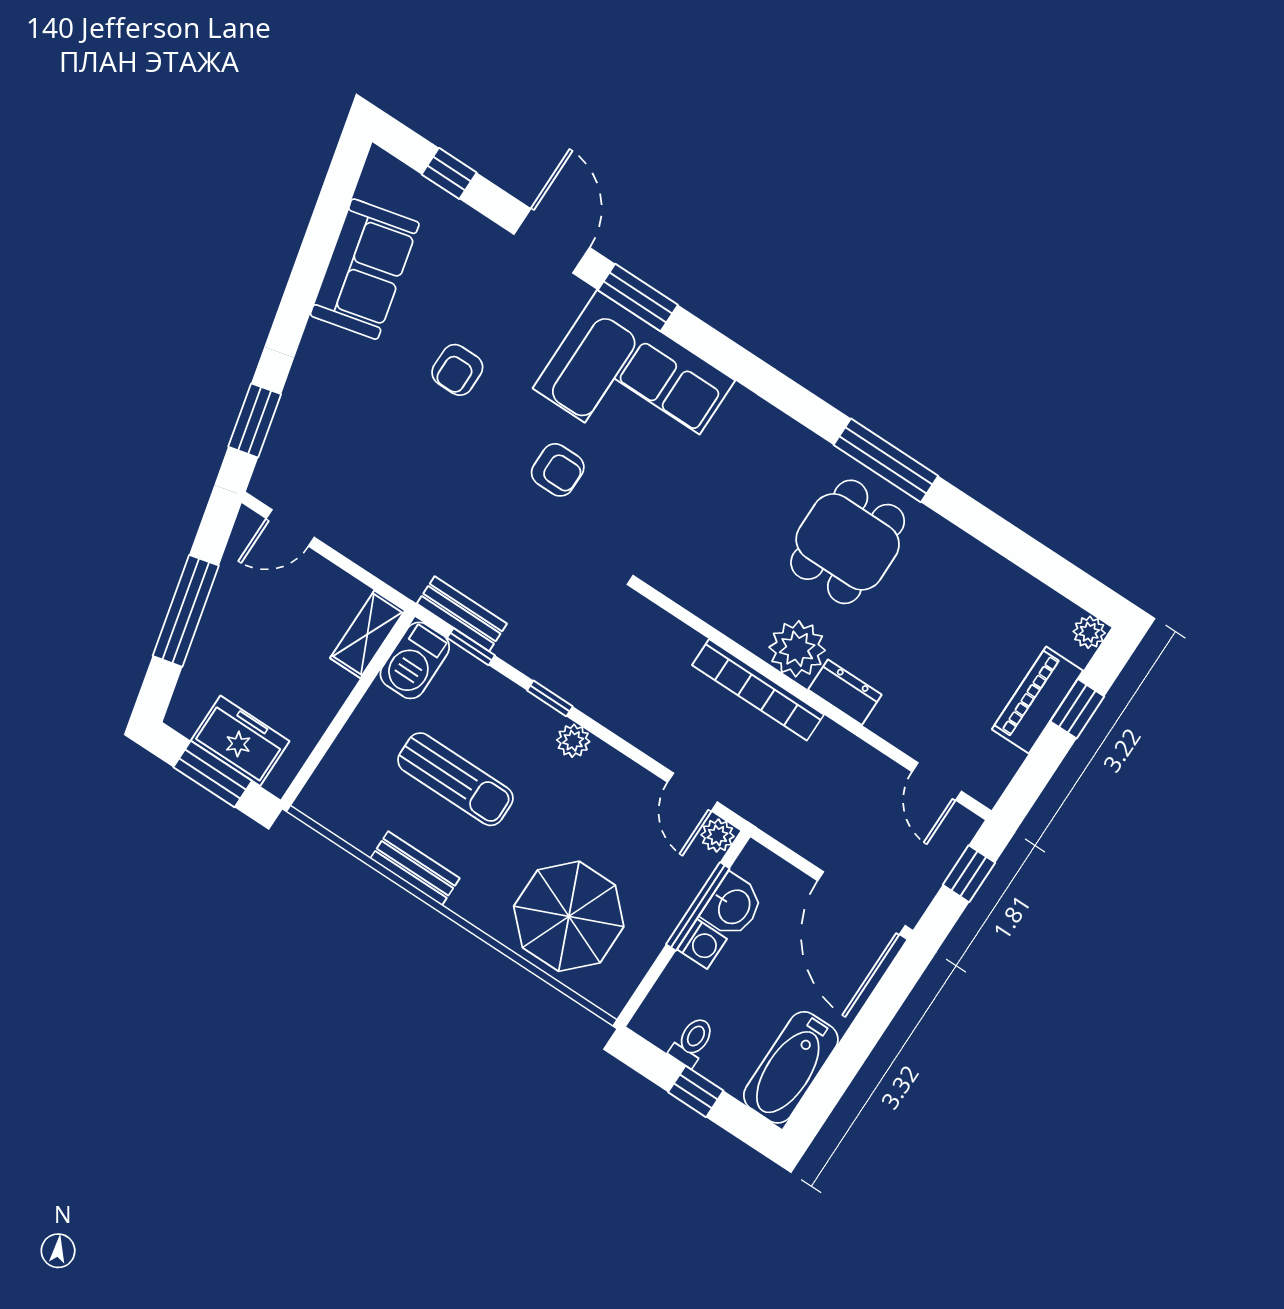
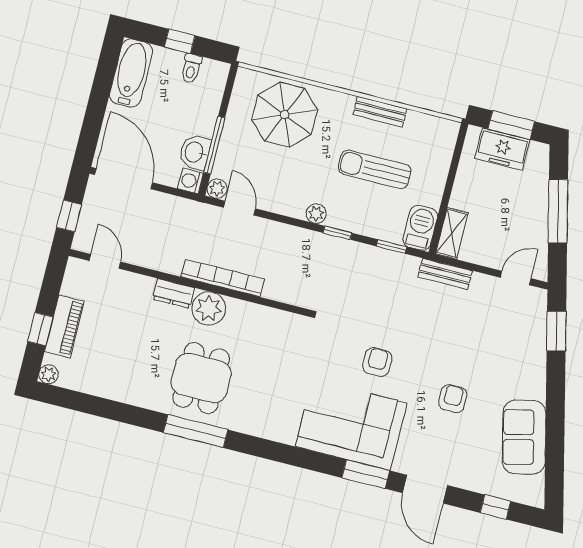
armchair: (558, 470) -> (377, 362), turned 90
bench: (462, 614) -> (445, 274), moved
washing machine: (702, 944) -> (191, 181), moved

